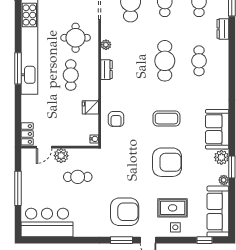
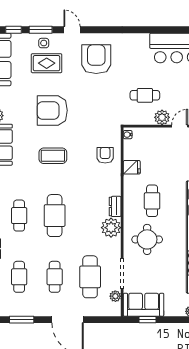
plant: (106, 45) -> (111, 228), width x1.88, depth x1.88
armchair: (125, 212) -> (96, 59), turned 90
window: (121, 240) -> (41, 30), moved

